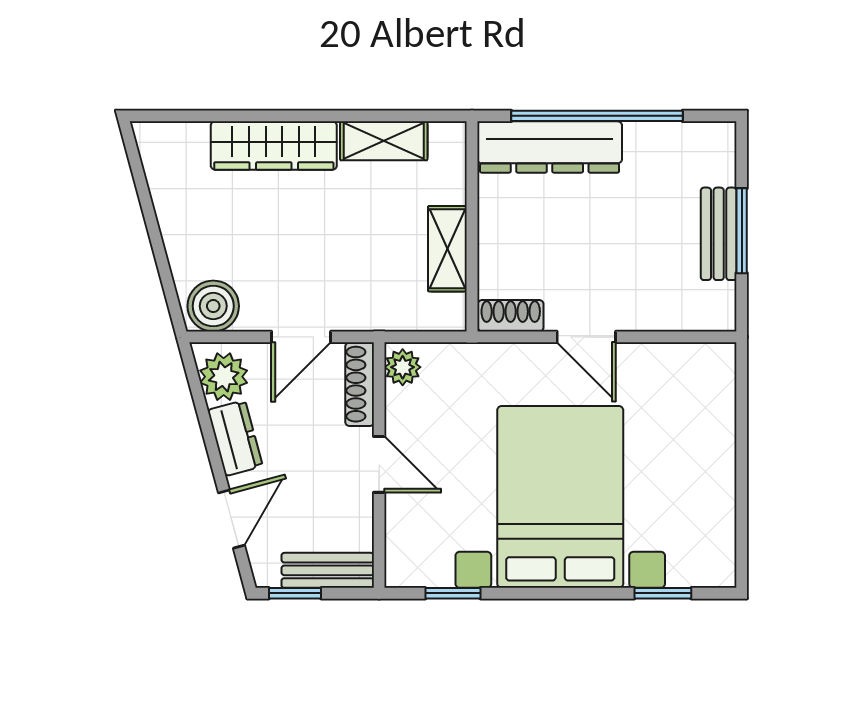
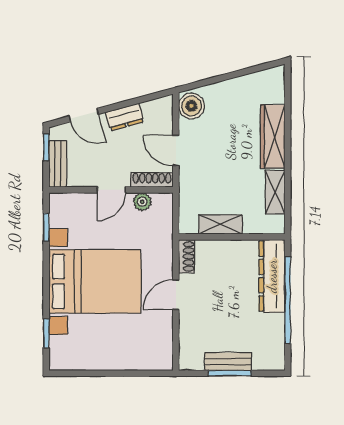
plant: (403, 367) -> (142, 202), moved
plant: (224, 377) -> (156, 111), removed

